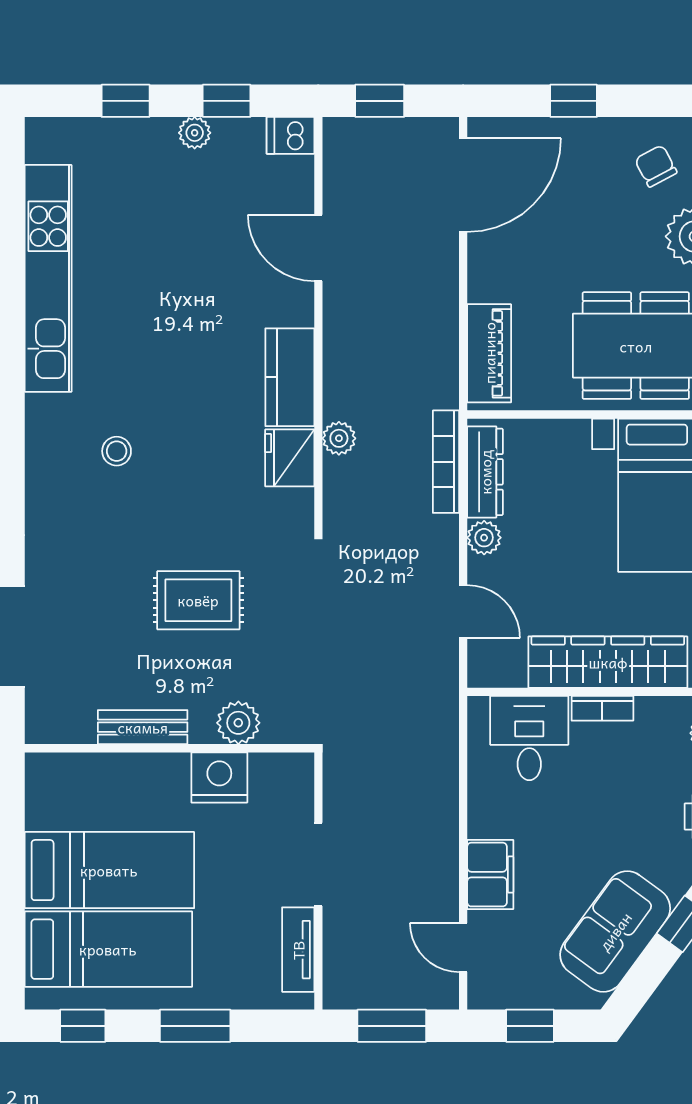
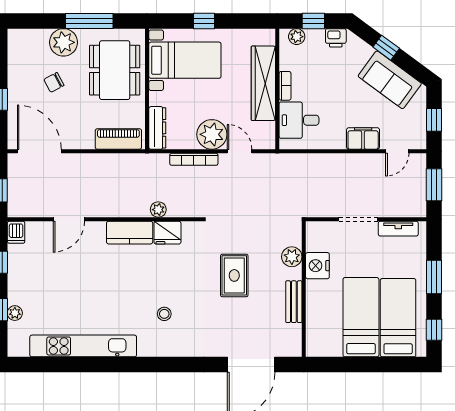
plant: (195, 133) -> (15, 313), moved
chair: (656, 166) -> (54, 82), moved
bookcase: (446, 462) -> (194, 159), moved
dresser: (485, 472) -> (157, 128), moved, turned 90
plant: (484, 538) -> (212, 134), width x1.88, depth x1.88
door: (463, 612) -> (240, 151), hinge flipped

